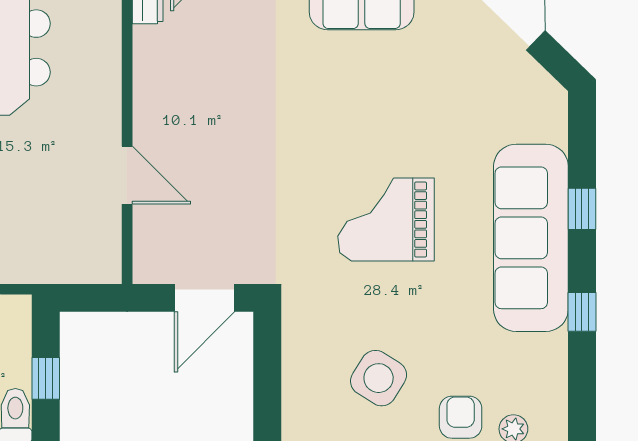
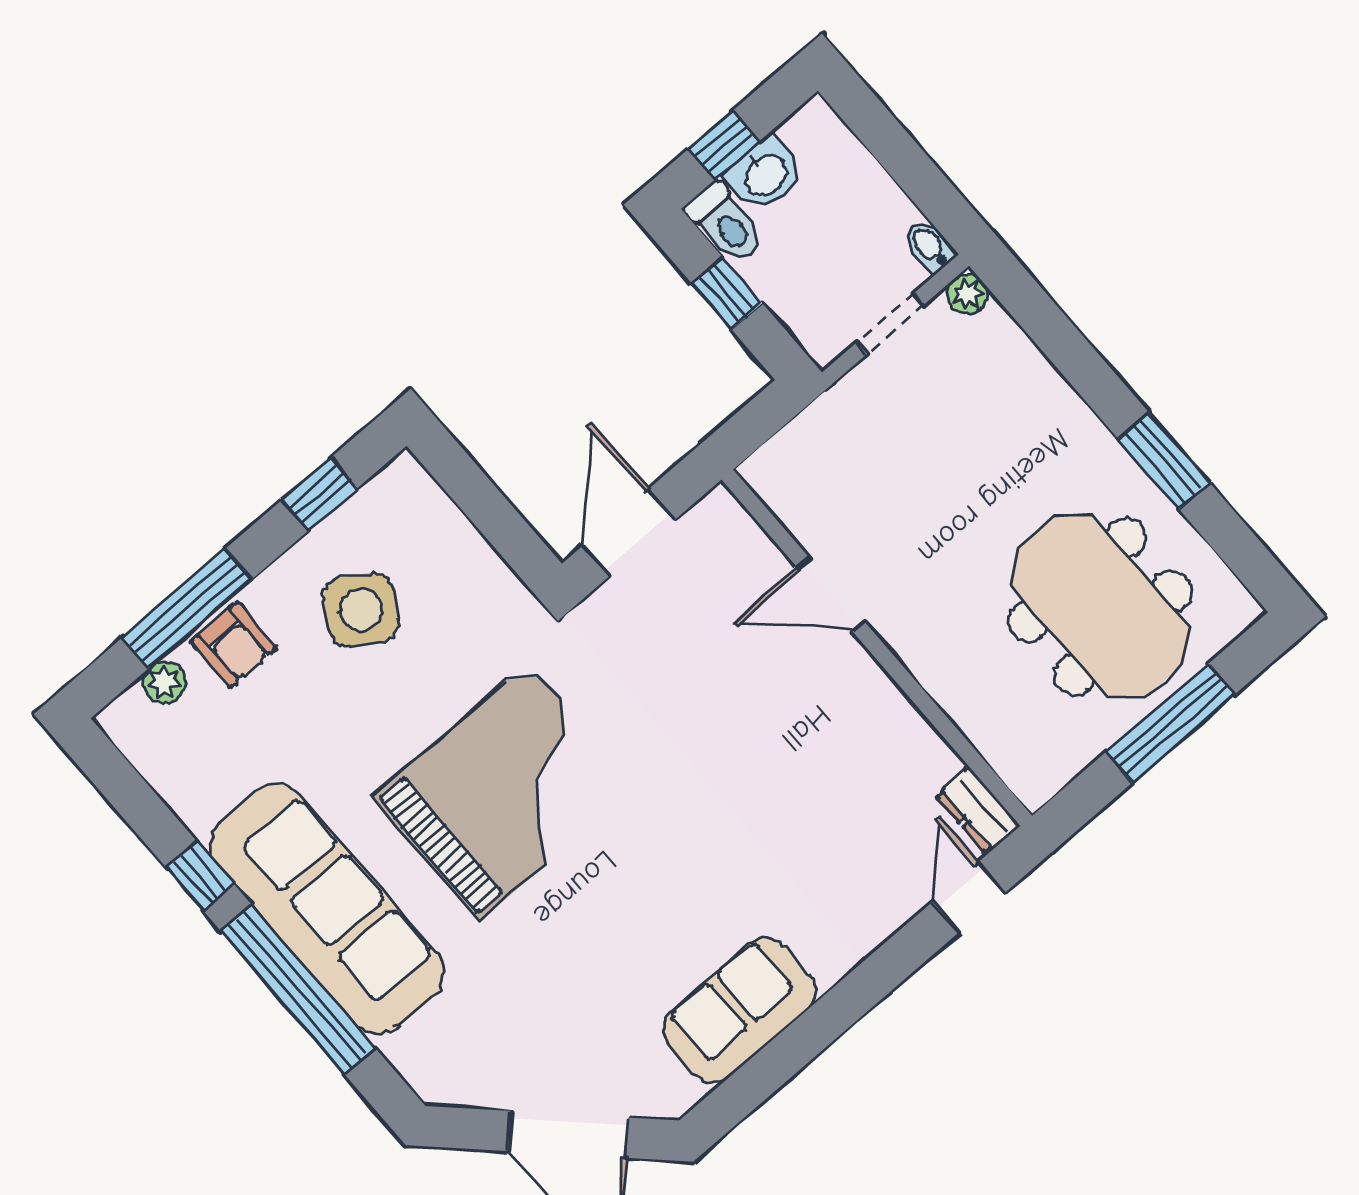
window: (582, 209) -> (298, 989), width x3.17
grand piano: (386, 220) -> (504, 791), width x1.37, depth x1.48

